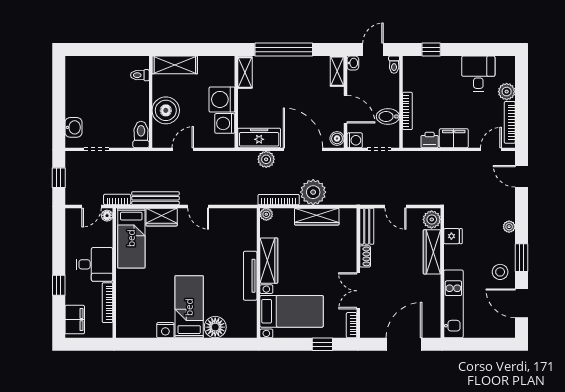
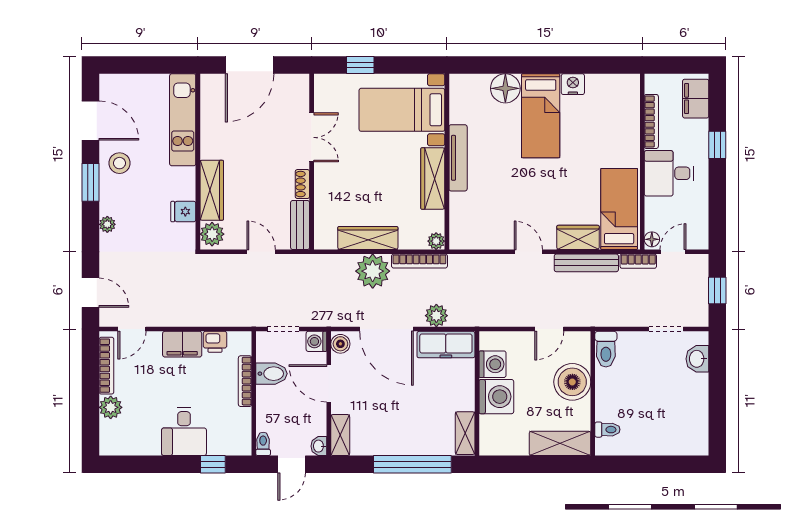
desk: (478, 74) -> (184, 432), moved
bookcase: (352, 325) -> (321, 91), removed

